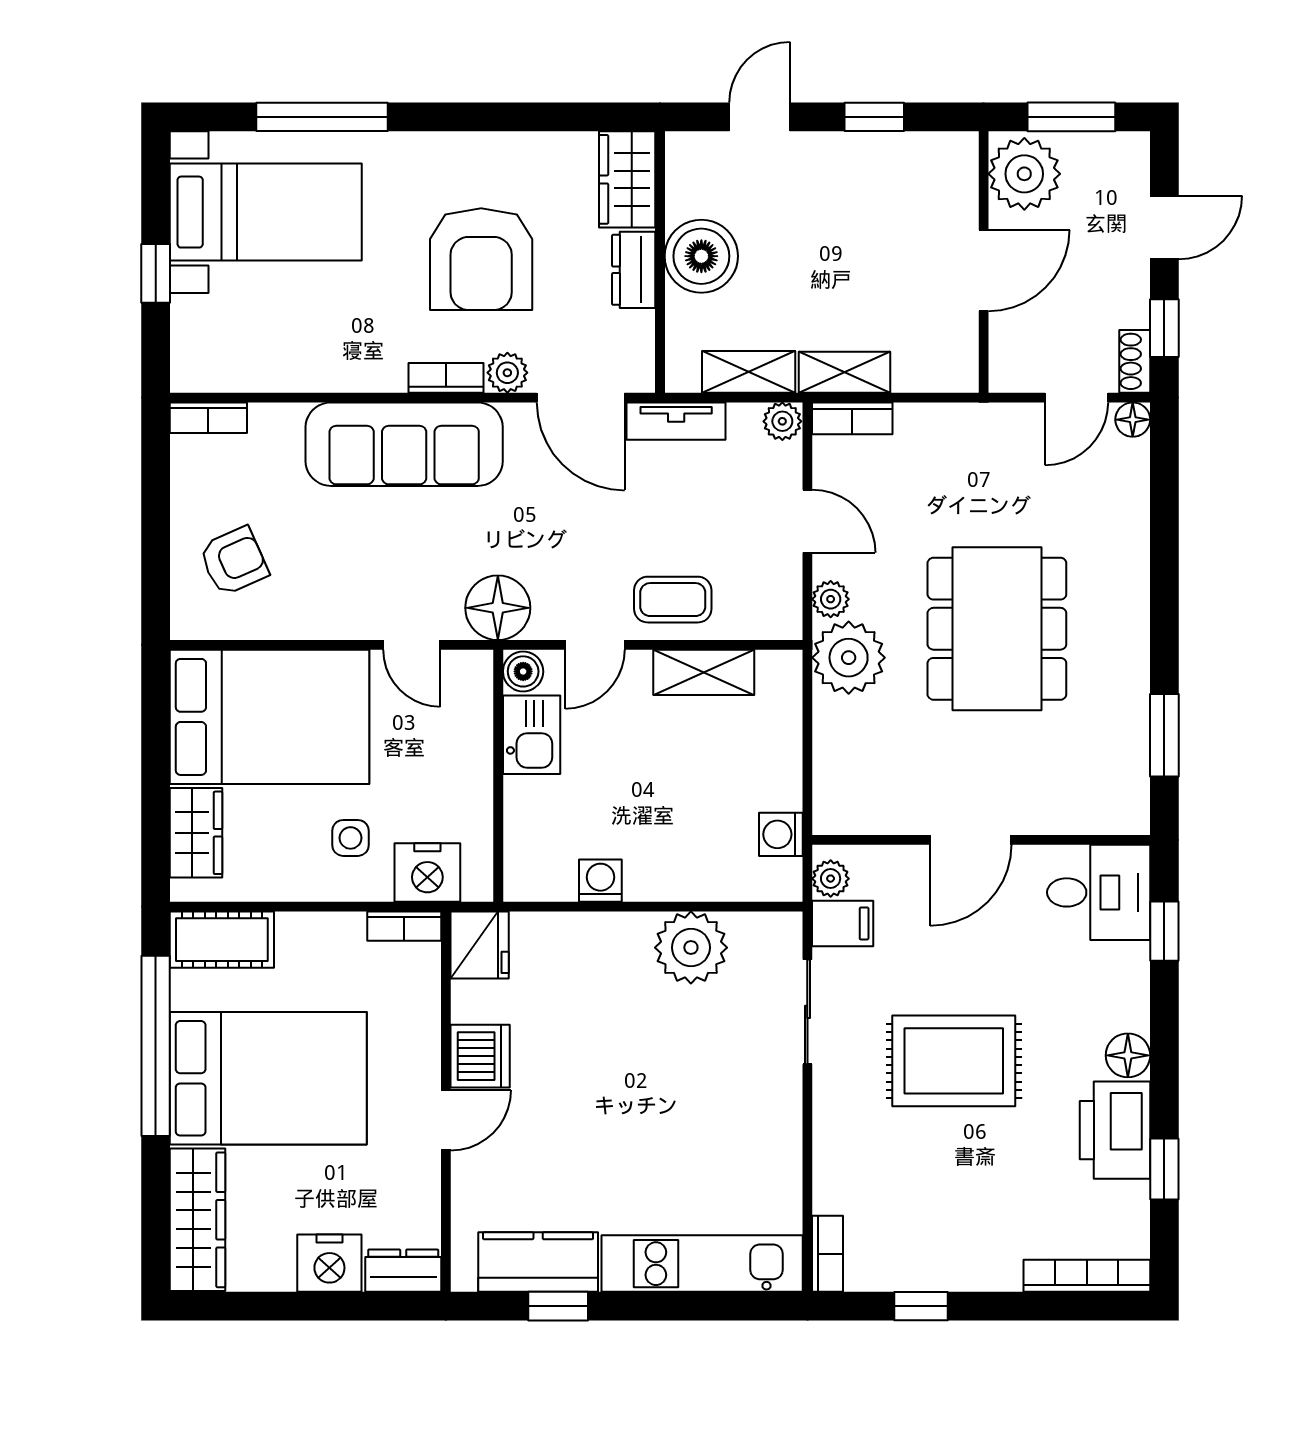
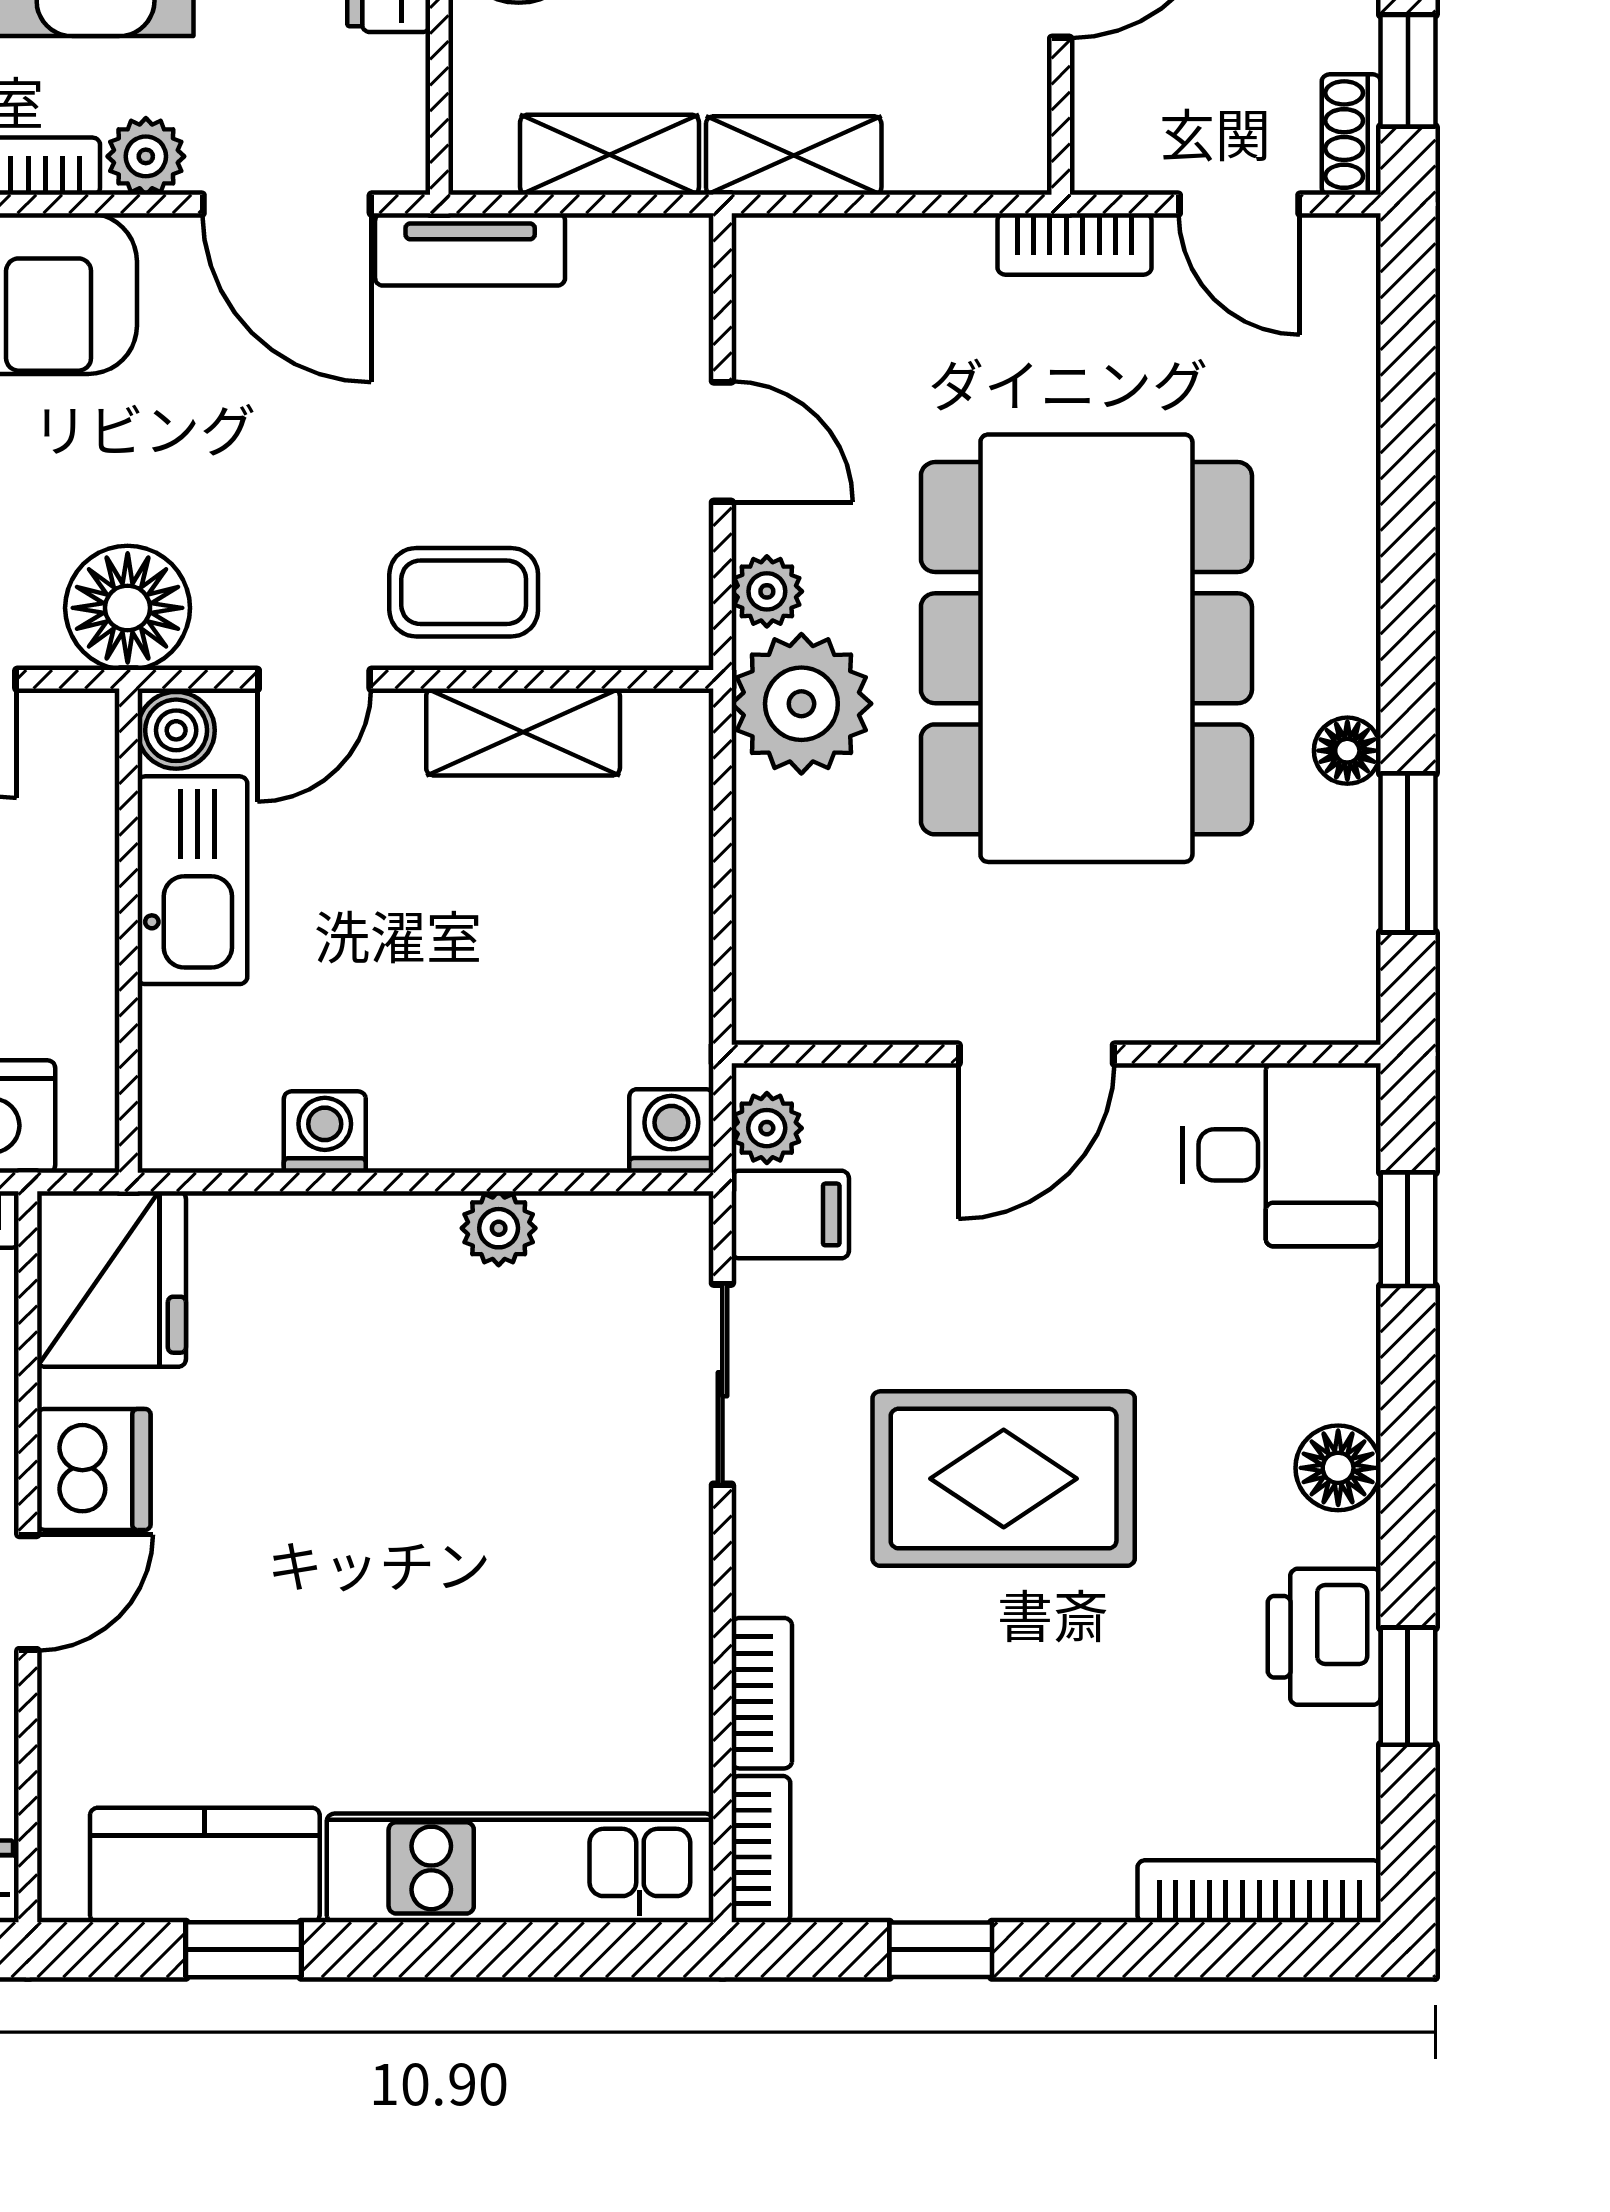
door: (1076, 398) -> (1239, 204), hinge flipped
bookcase: (852, 418) -> (1075, 244), moved
floor lamp: (1133, 420) -> (1347, 751), moved
plant: (782, 421) -> (674, 250), removed
dining table: (997, 629) -> (1086, 648), width x1.36, depth x1.24
kitchen sink: (532, 735) -> (192, 880), width x1.38
washing machine: (781, 834) -> (671, 1131), moved, turned 90
fridge: (480, 945) -> (111, 1279), width x1.36, depth x1.34
plant: (691, 948) -> (499, 1228), width x0.53, depth x0.53
printer: (1115, 1130) -> (1324, 1637), width x0.73, depth x0.84
bookcase: (828, 1173) -> (762, 1693), added

